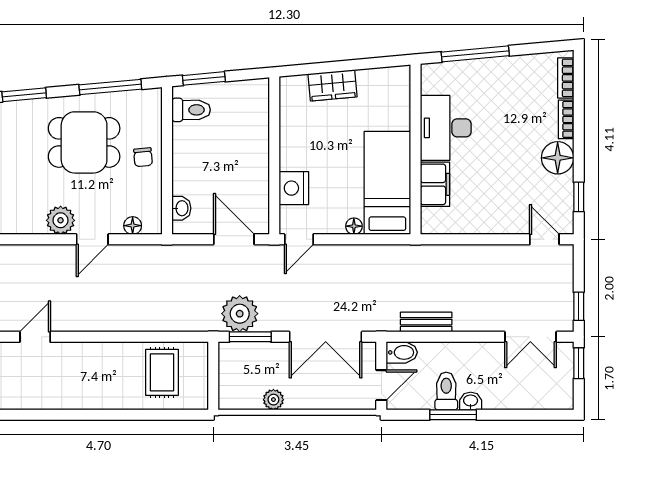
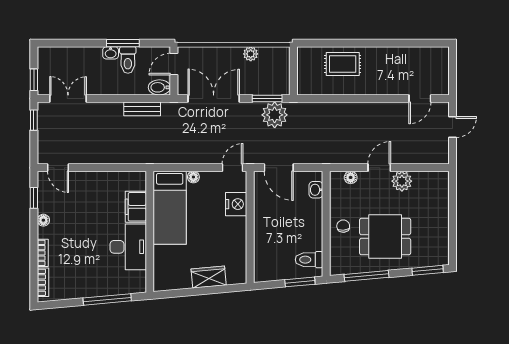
floor lamp: (558, 158) -> (43, 220), width x0.53, depth x0.53
rug: (162, 372) -> (343, 64), moved, turned 90

